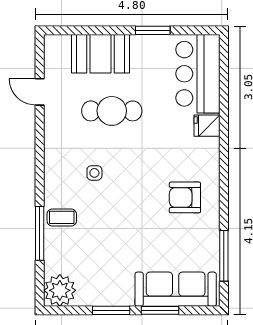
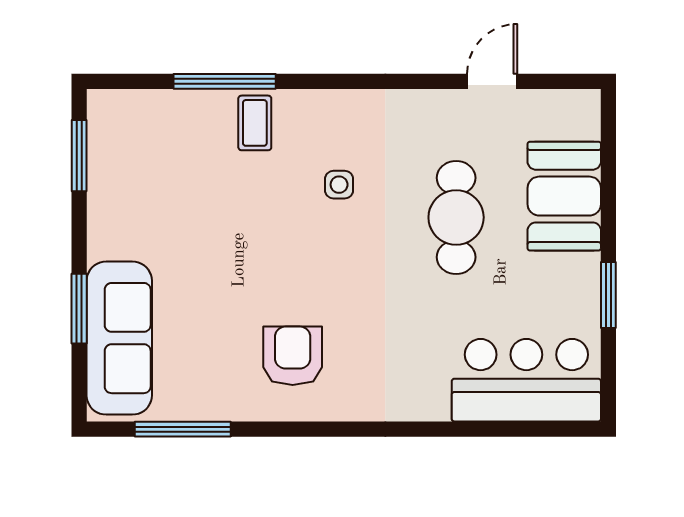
fridge: (207, 126) -> (428, 397), removed
plant: (60, 290) -> (117, 119), removed
window: (111, 310) -> (79, 156), moved

